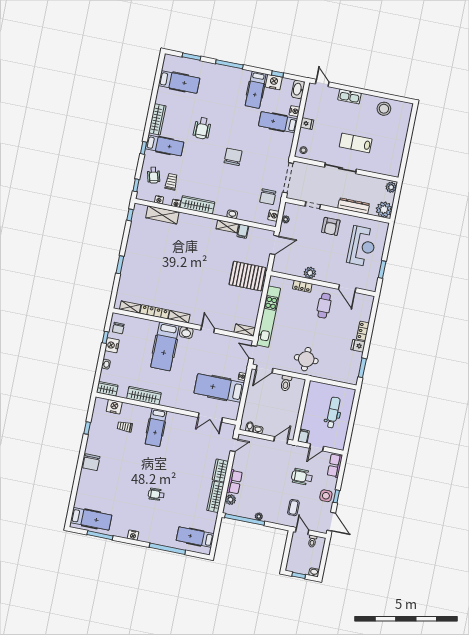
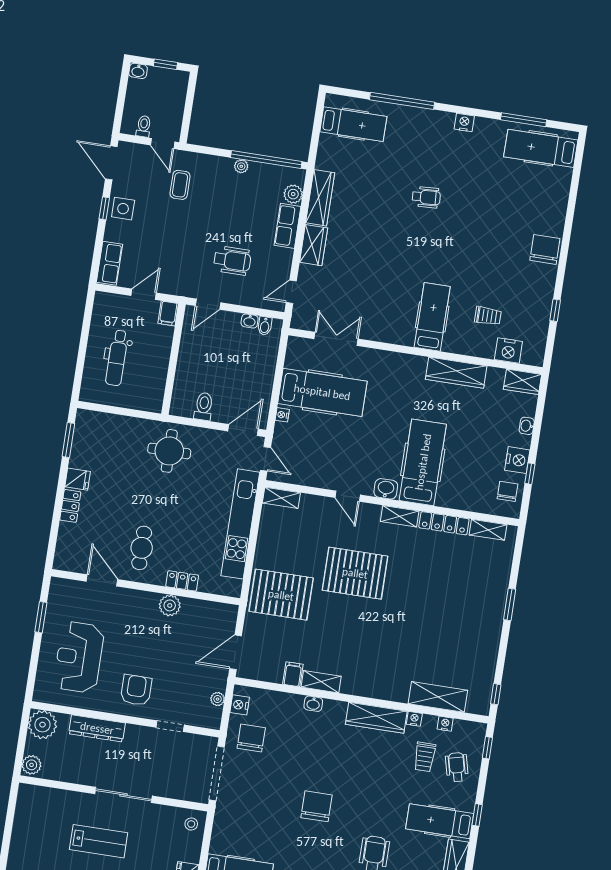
chair: (233, 157) -> (317, 806), turned 180
pallet: (206, 286) -> (355, 573), added
wheelchair: (302, 477) -> (232, 261), moved

